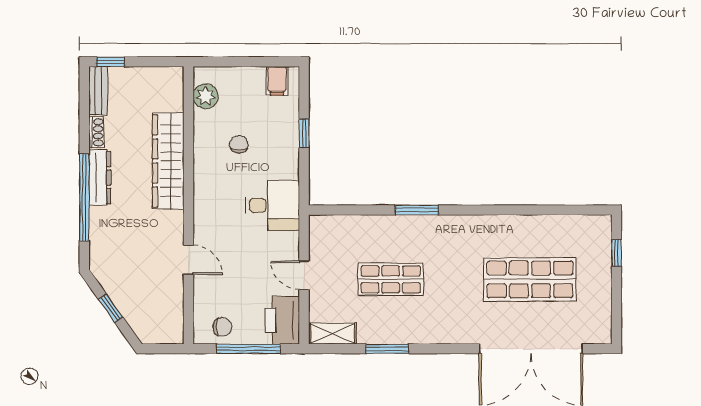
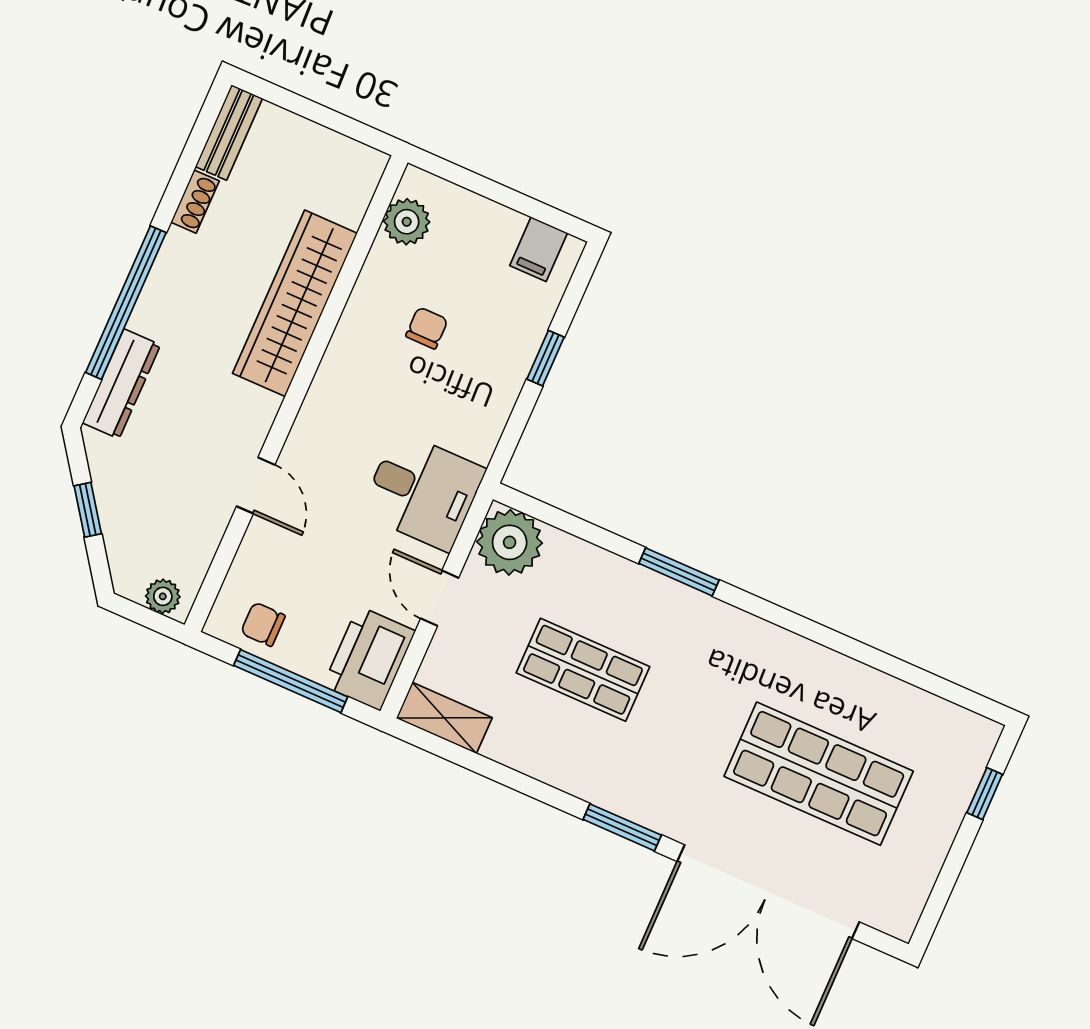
window: (111, 62) -> (272, 93), removed
dresser: (100, 178) -> (121, 384), moved
desk: (272, 205) -> (423, 491), moved
plant: (326, 232) -> (510, 542), added
chair: (222, 327) -> (263, 624), turned 180
plant: (167, 335) -> (163, 596), added
window: (387, 349) -> (622, 827), moved

